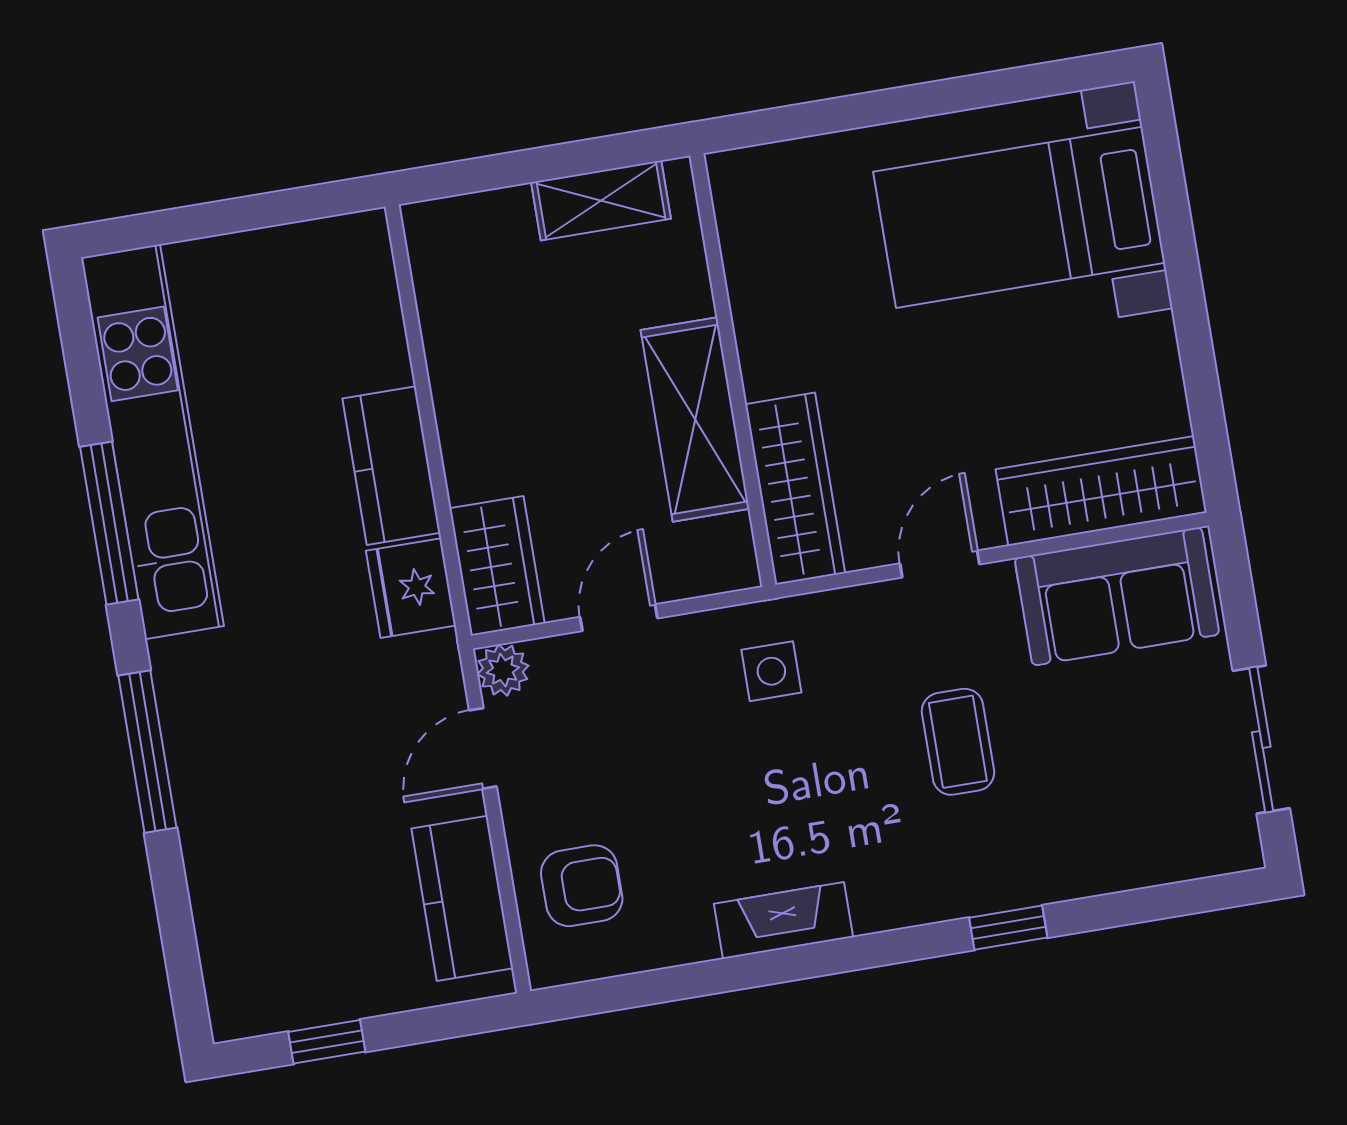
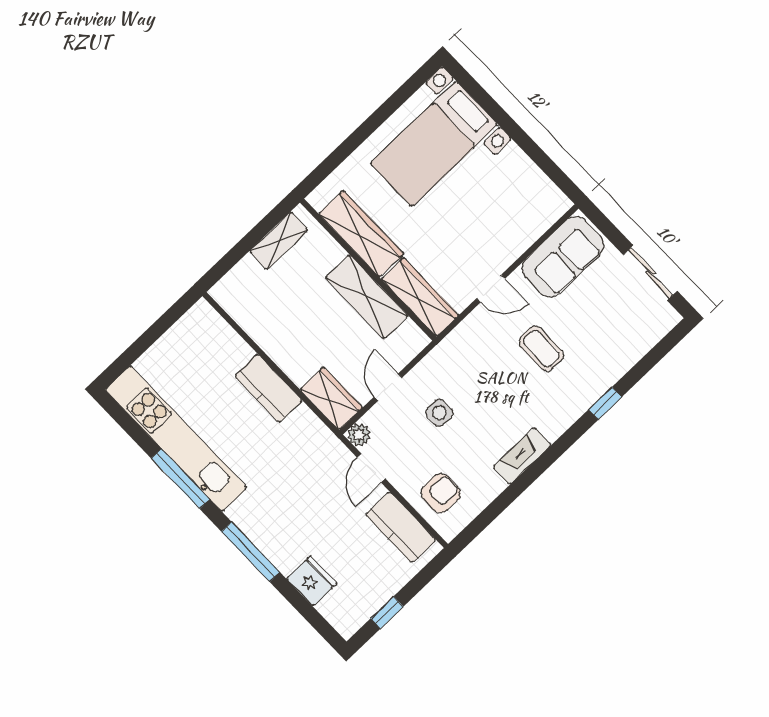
wardrobe: (1101, 491) -> (361, 234), moved, turned 90
door: (940, 564) -> (491, 289), swing flipped
fridge: (411, 588) -> (312, 581), moved, turned 180
side table: (771, 671) -> (439, 413), moved

